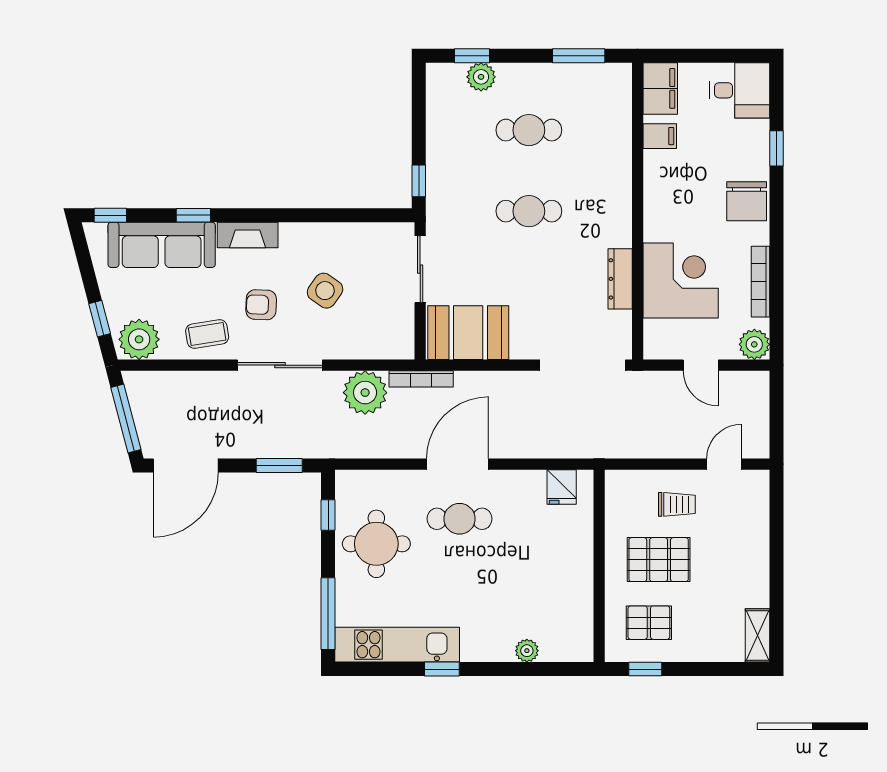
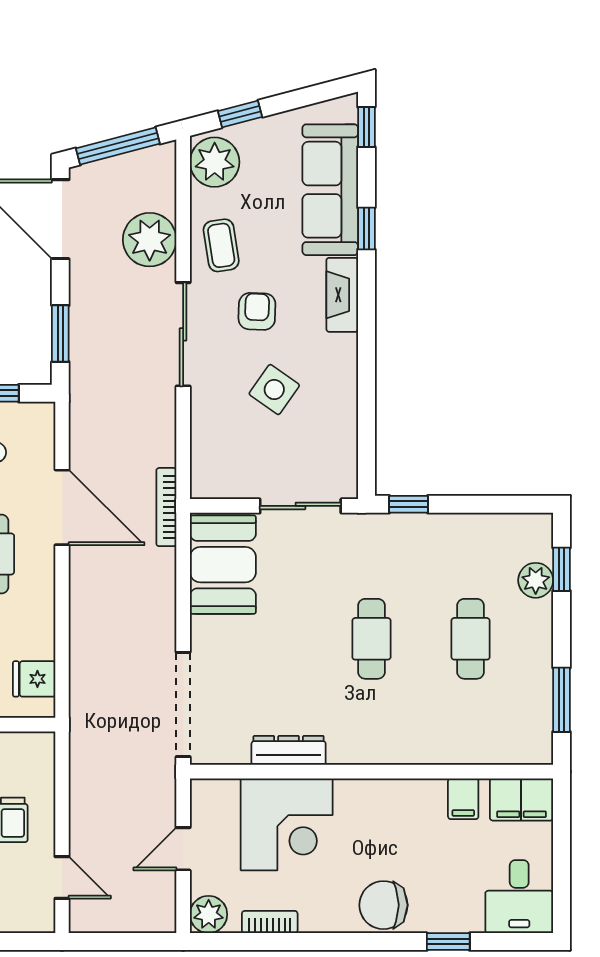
bookcase: (760, 282) -> (270, 922), width x0.64
plant: (365, 393) -> (150, 240), moved
door: (457, 464) -> (62, 507), moved

